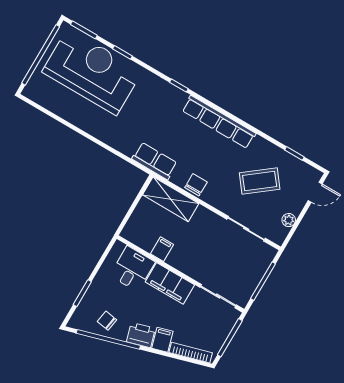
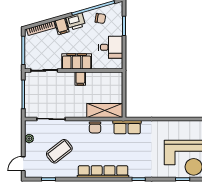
filing cabinet: (162, 249) -> (80, 79), moved
desk: (132, 269) -> (111, 47), moved, turned -90

